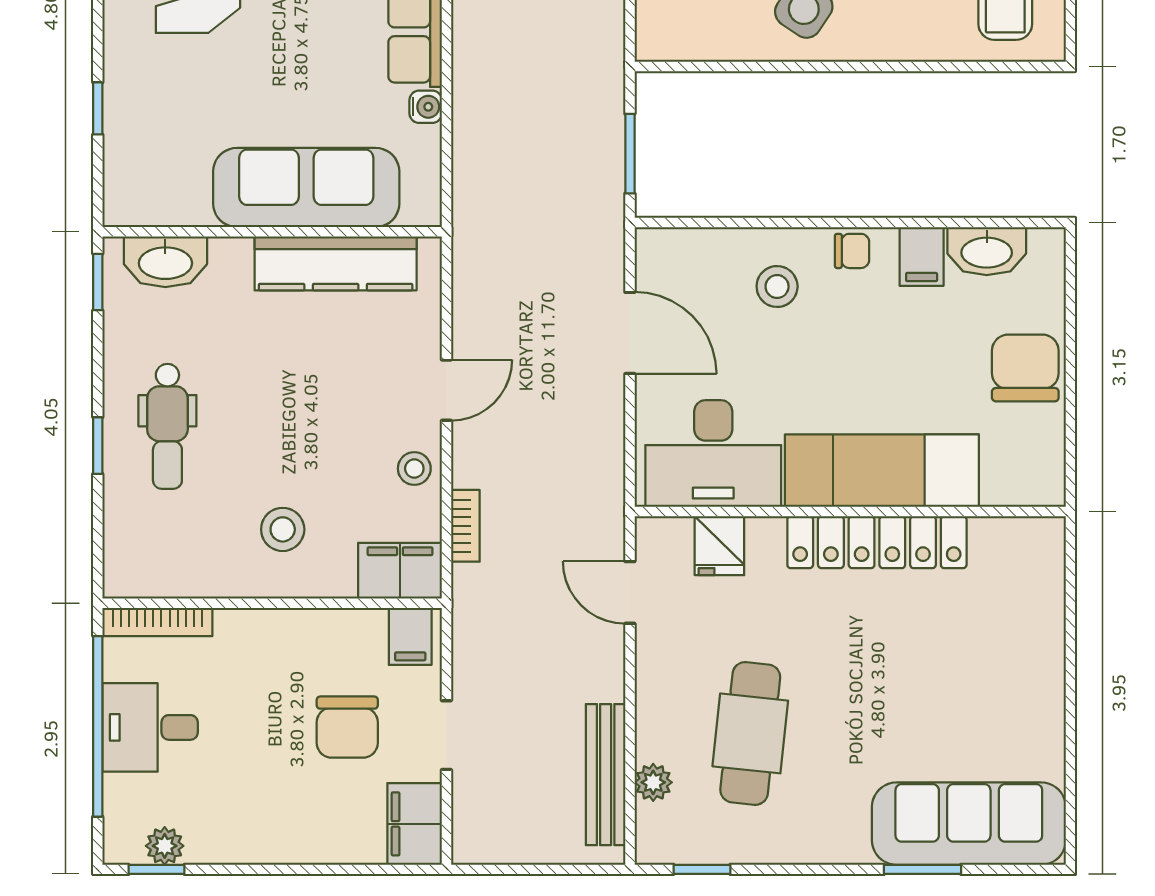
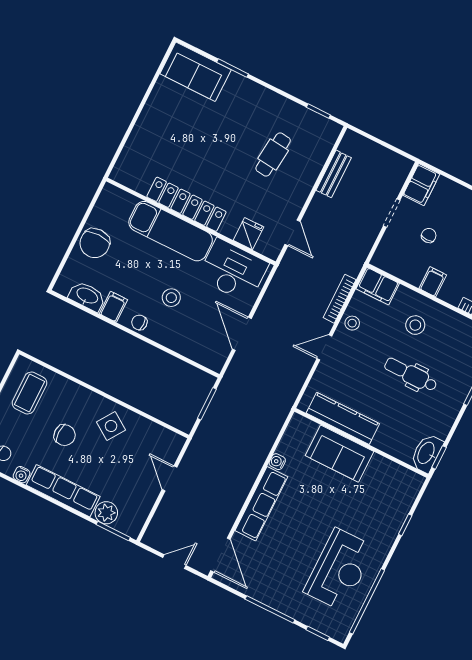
sofa: (306, 188) -> (339, 454), width x0.73
washbasin: (165, 262) -> (427, 453), moved, turned -90
stool: (777, 287) -> (171, 298), moved
dental chair: (167, 426) -> (411, 375), moved, turned -90
bookcase: (465, 526) -> (340, 299), width x1.56
filing cabinet: (410, 636) -> (433, 282), moved
chair: (347, 727) -> (429, 236), width x0.54, depth x0.54
cafe table: (750, 733) -> (273, 154), width x0.73, depth x0.74
bench: (606, 775) -> (334, 174), width x0.73
plant: (653, 782) -> (320, 154), removed
sofa: (969, 824) -> (196, 72), width x0.73

